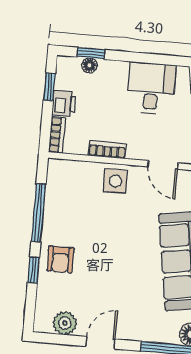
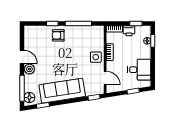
door: (163, 165) -> (105, 78), swing flipped
plant: (65, 323) -> (29, 69), moved

